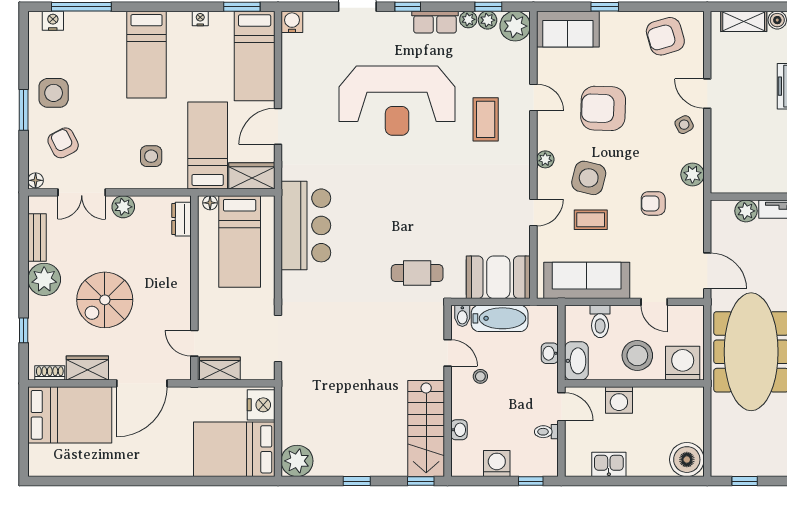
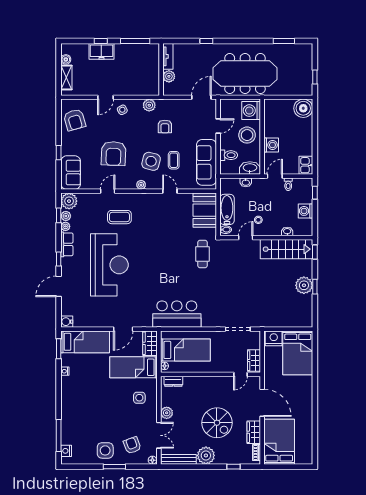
bed: (147, 55) -> (84, 400), removed
door: (278, 126) -> (123, 329), hinge flipped
armchair: (63, 143) -> (132, 445), turned 96
bench: (37, 238) -> (179, 459), width x1.36
plant: (297, 461) -> (304, 285), moved
kitchen sink: (609, 464) -> (306, 165), moved

